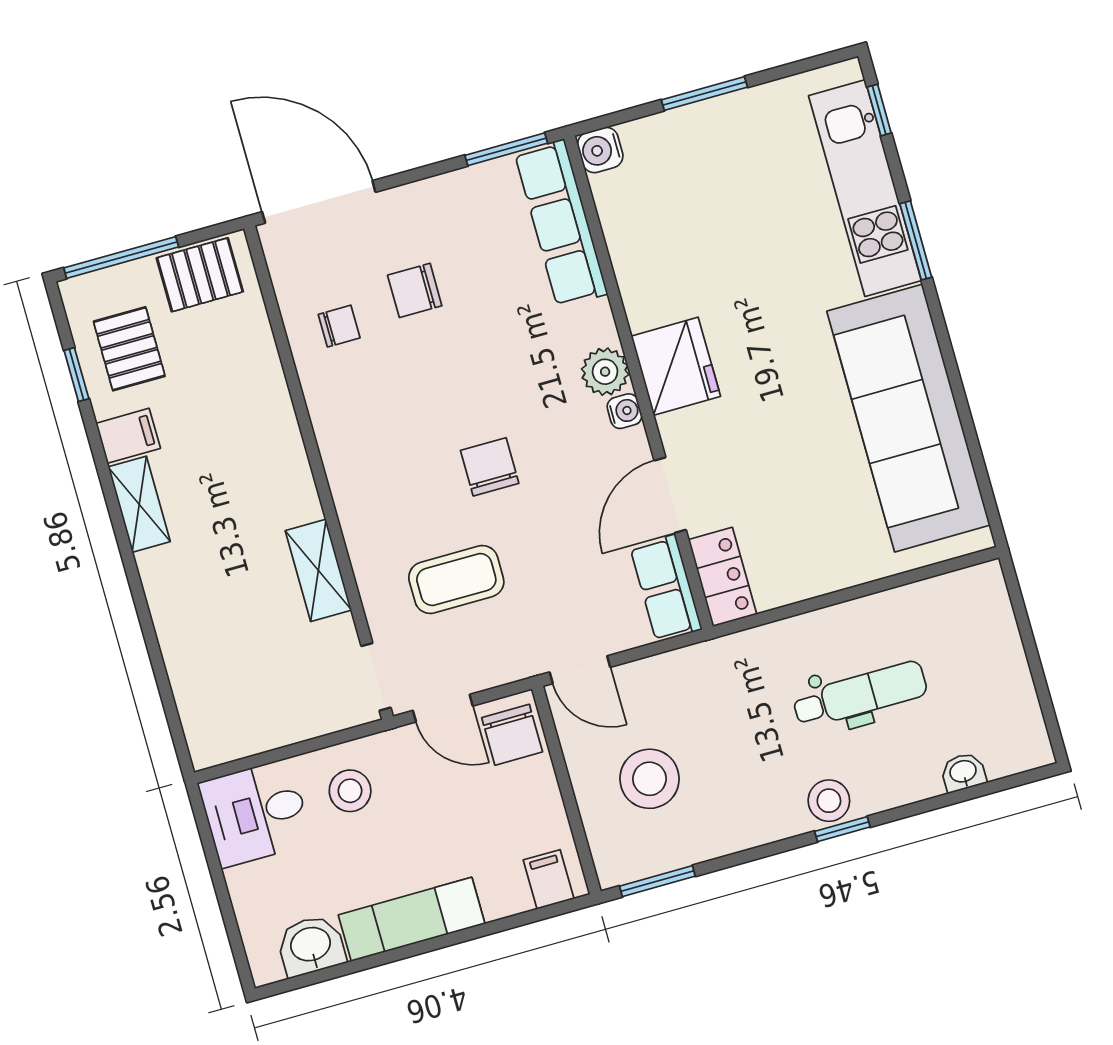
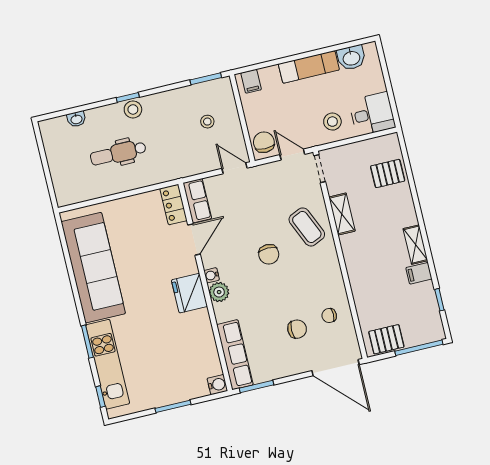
pallet: (129, 349) -> (388, 173), moved, turned 90
coffee table: (456, 579) -> (307, 227), moved, turned 66
stool: (650, 779) -> (207, 122), width x0.53, depth x0.53

